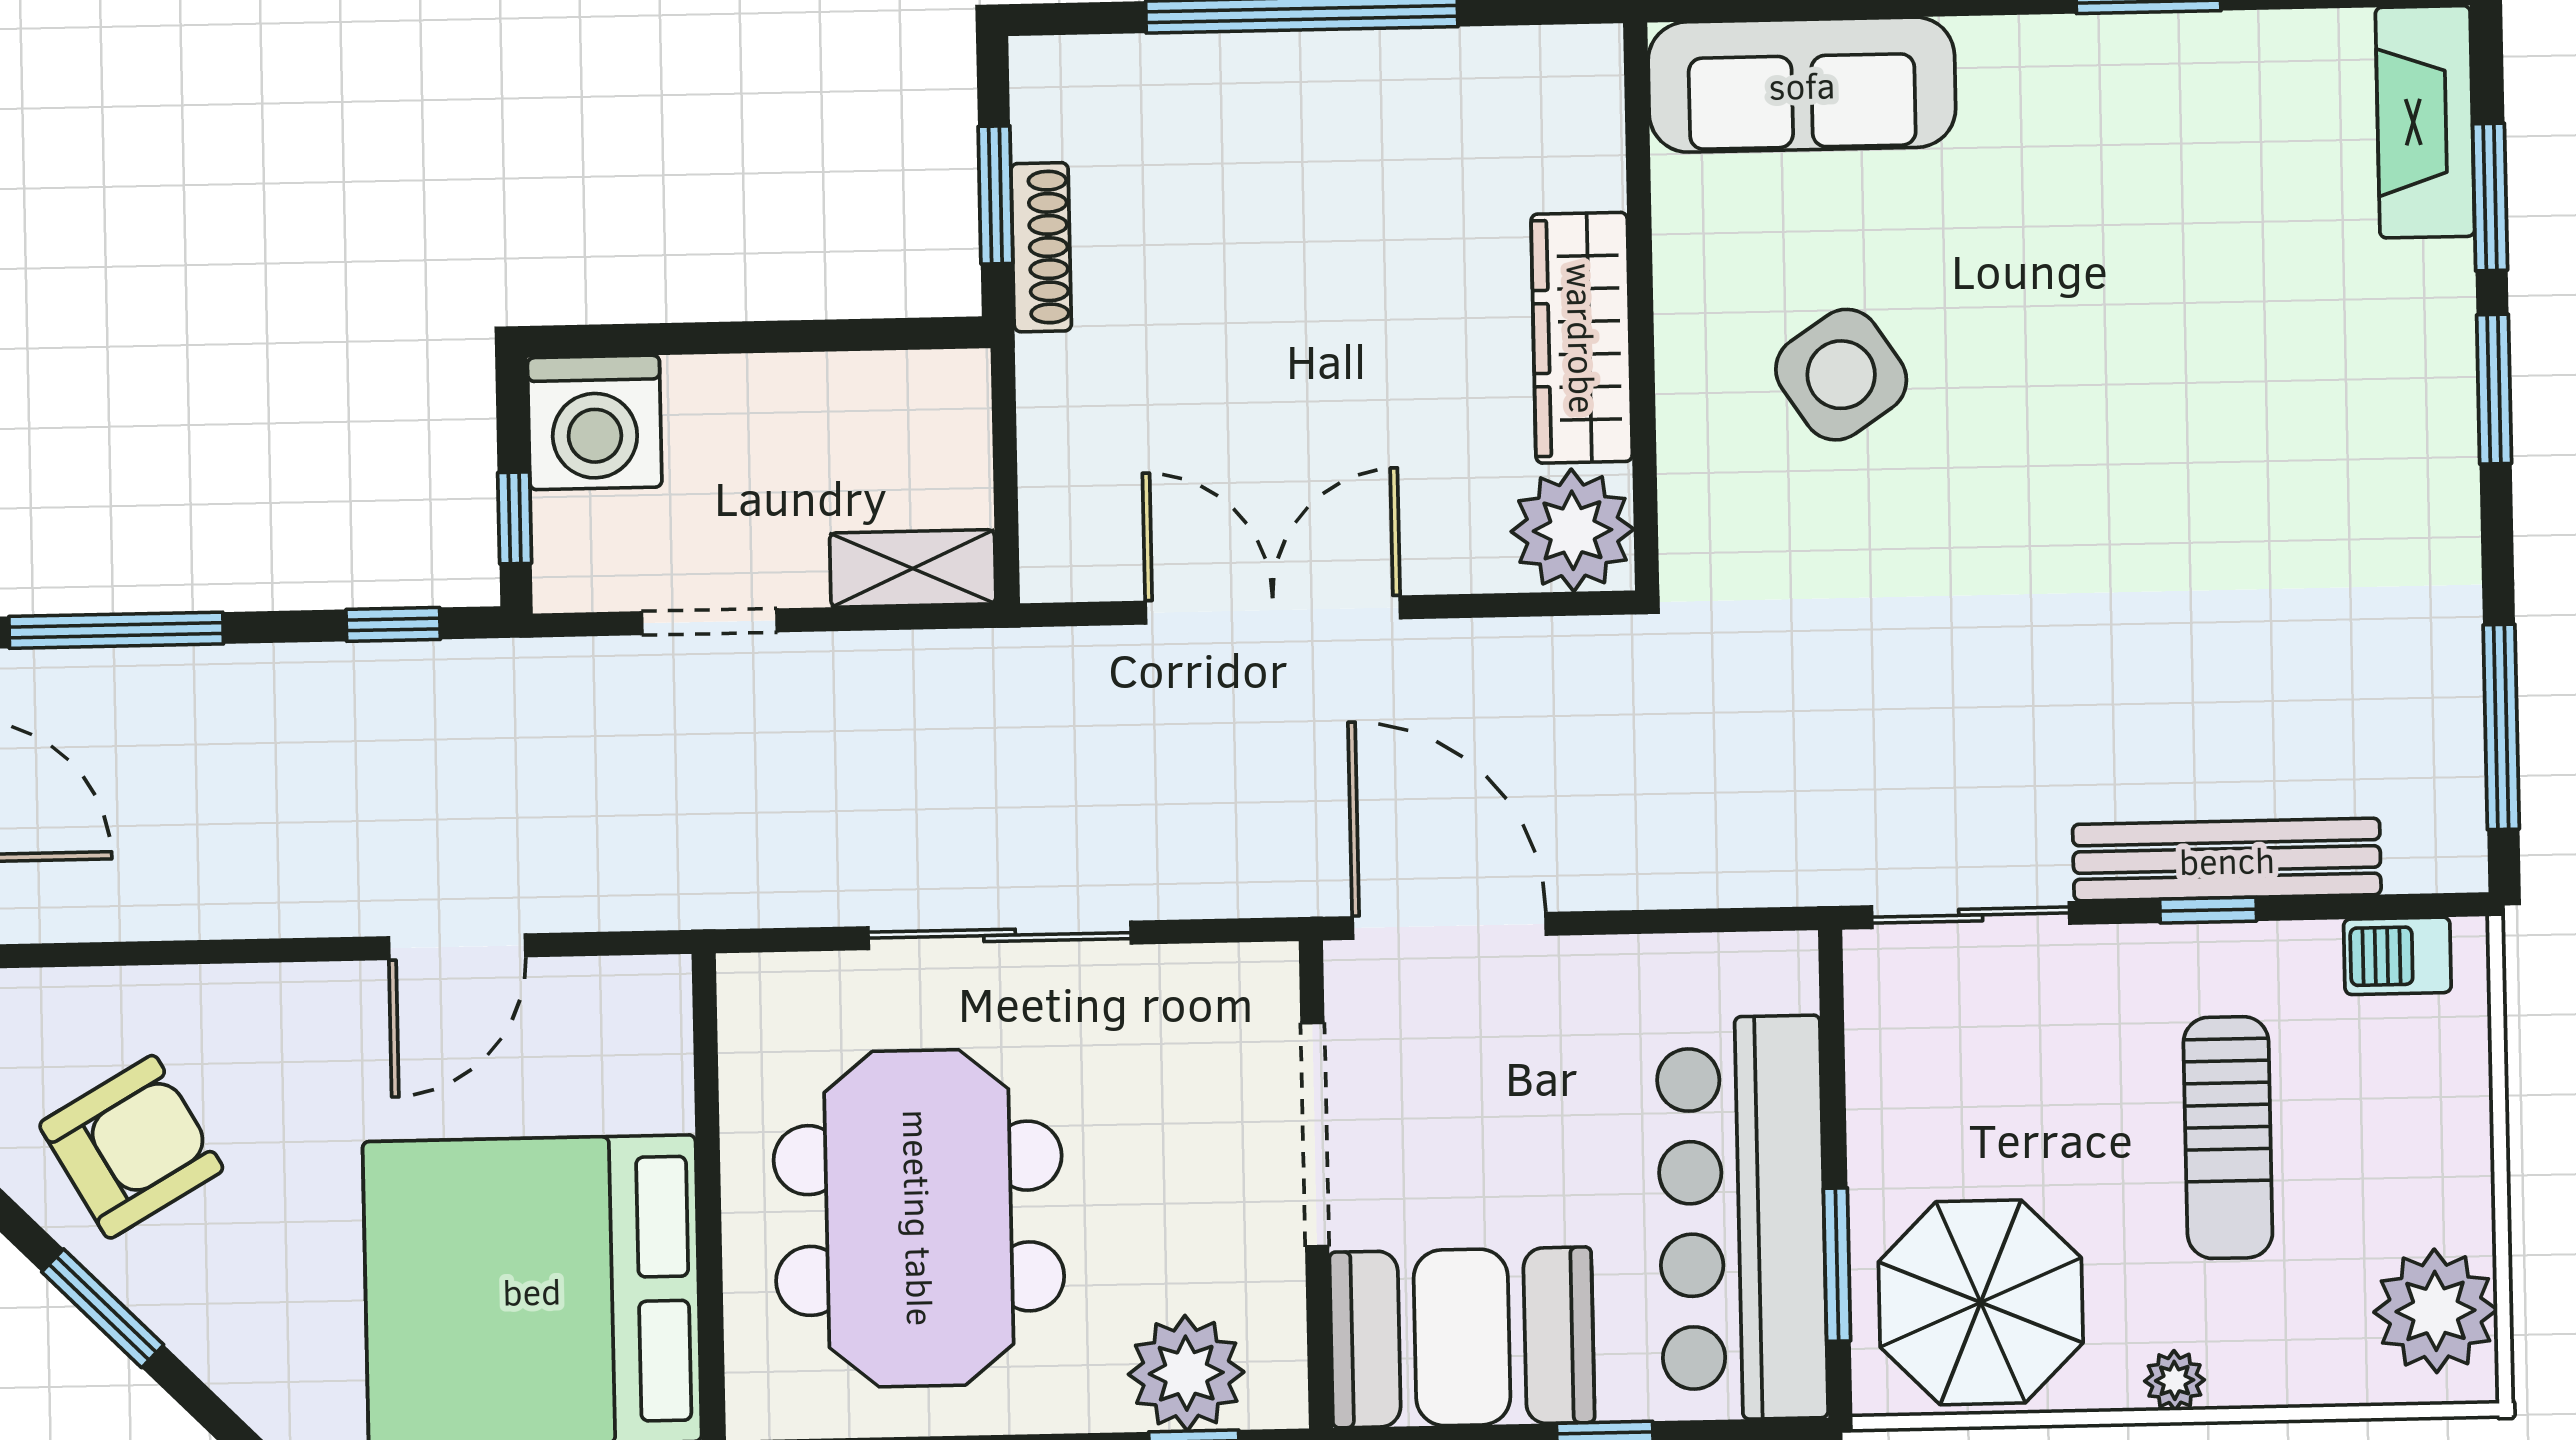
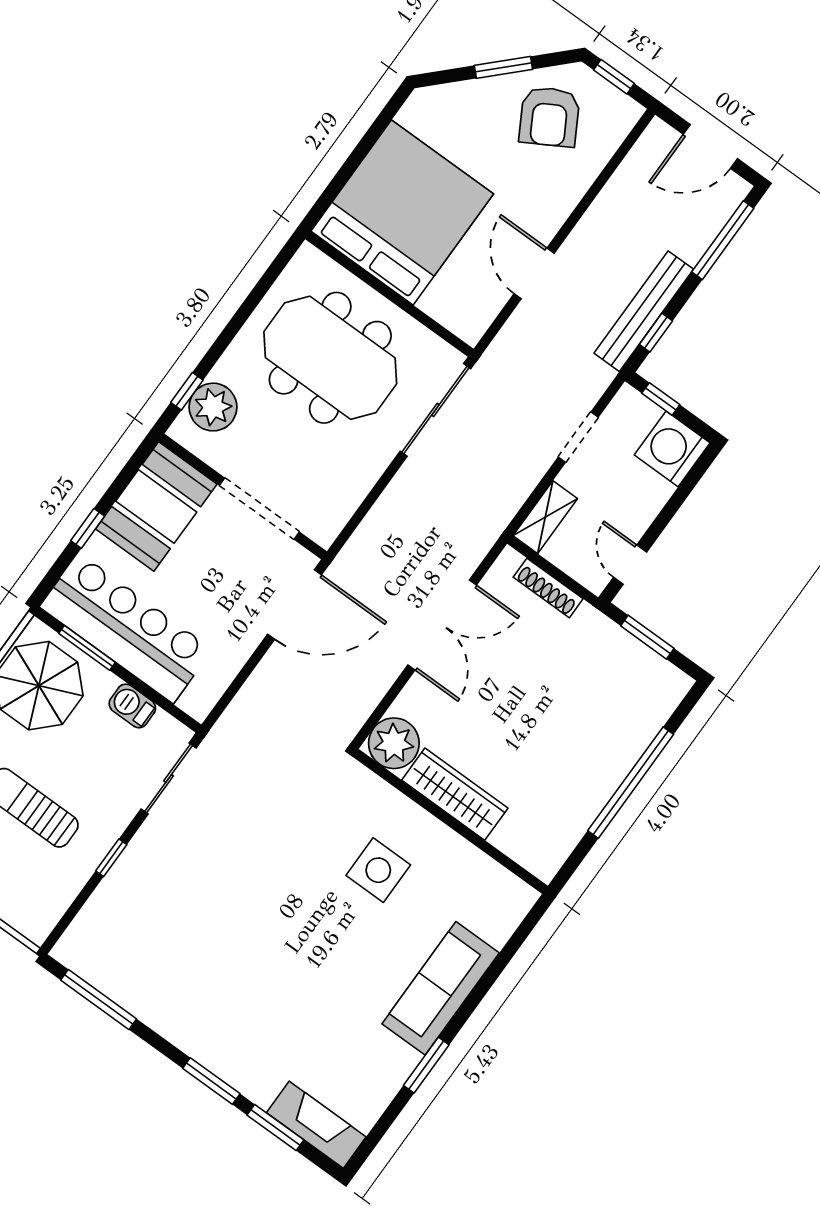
sofa: (1802, 85) -> (441, 988), moved
shoe rack: (1041, 247) -> (548, 588), moved
door: (880, 334) -> (630, 565), added
side table: (1841, 375) -> (378, 870), turned 34
bench: (2227, 860) -> (644, 311), moved
sliding door: (1000, 935) -> (435, 410), moved
barbecue: (2397, 956) -> (132, 706), moved, turned -90

